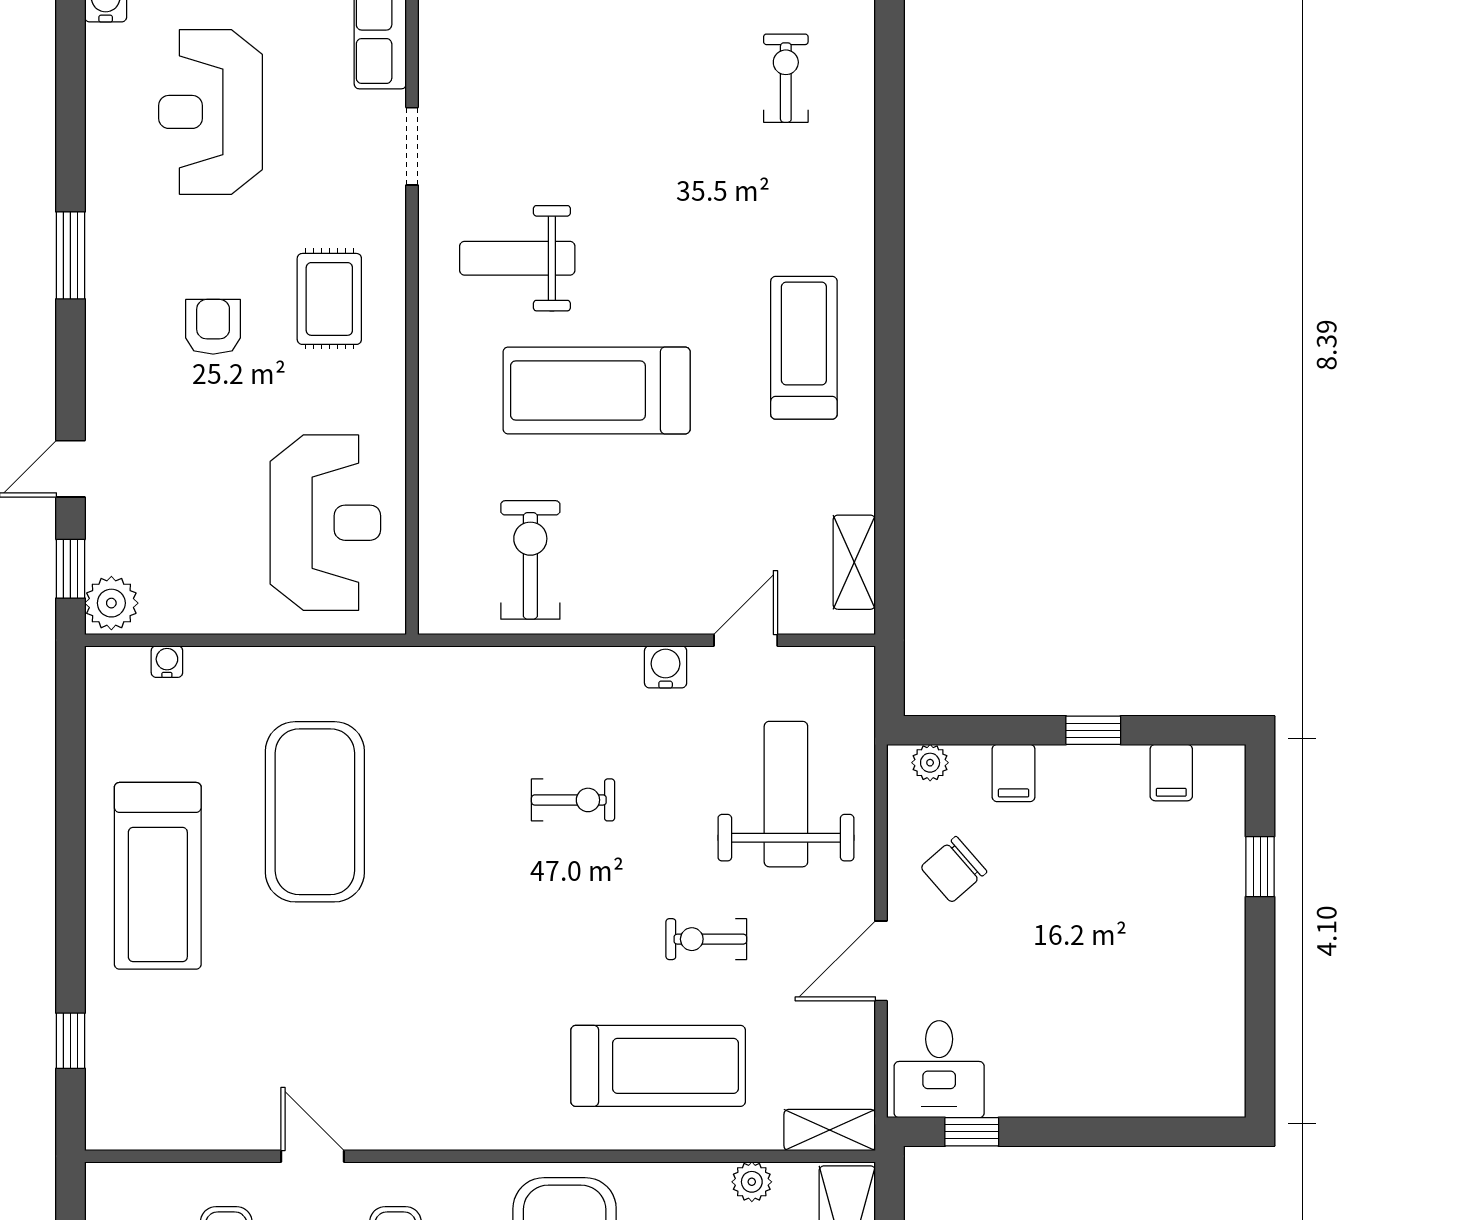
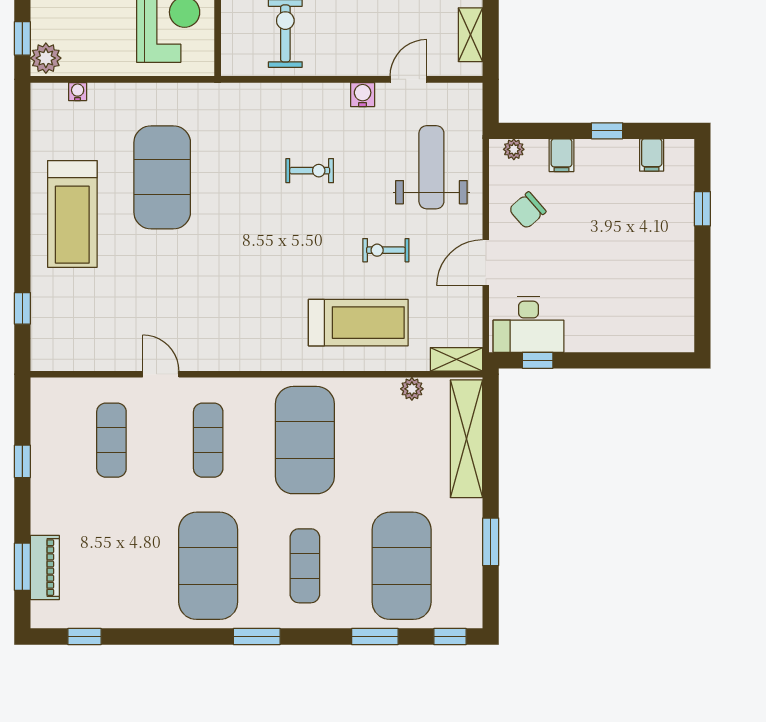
desk: (939, 1069) -> (529, 325), width x1.37

